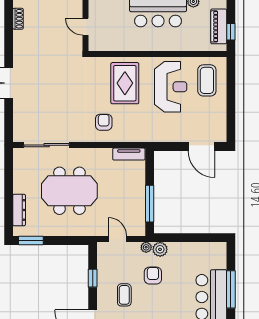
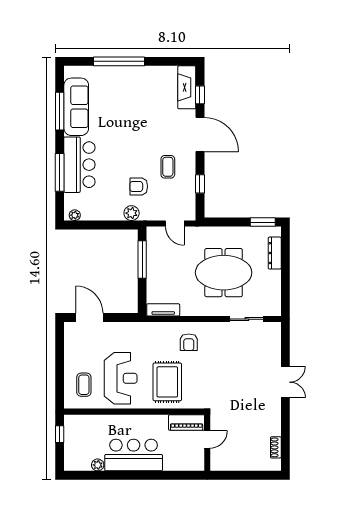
piano: (219, 26) -> (187, 422), moved, turned 90
door: (86, 27) -> (207, 439), hinge flipped
coffee table: (207, 80) -> (84, 385), width x0.73, depth x0.77
reception desk: (171, 87) -> (121, 378), turned 180
sliding door: (47, 145) -> (247, 319), width x0.73
plant: (146, 247) -> (75, 215), moved
armchair: (153, 276) -> (139, 186), turned 90

